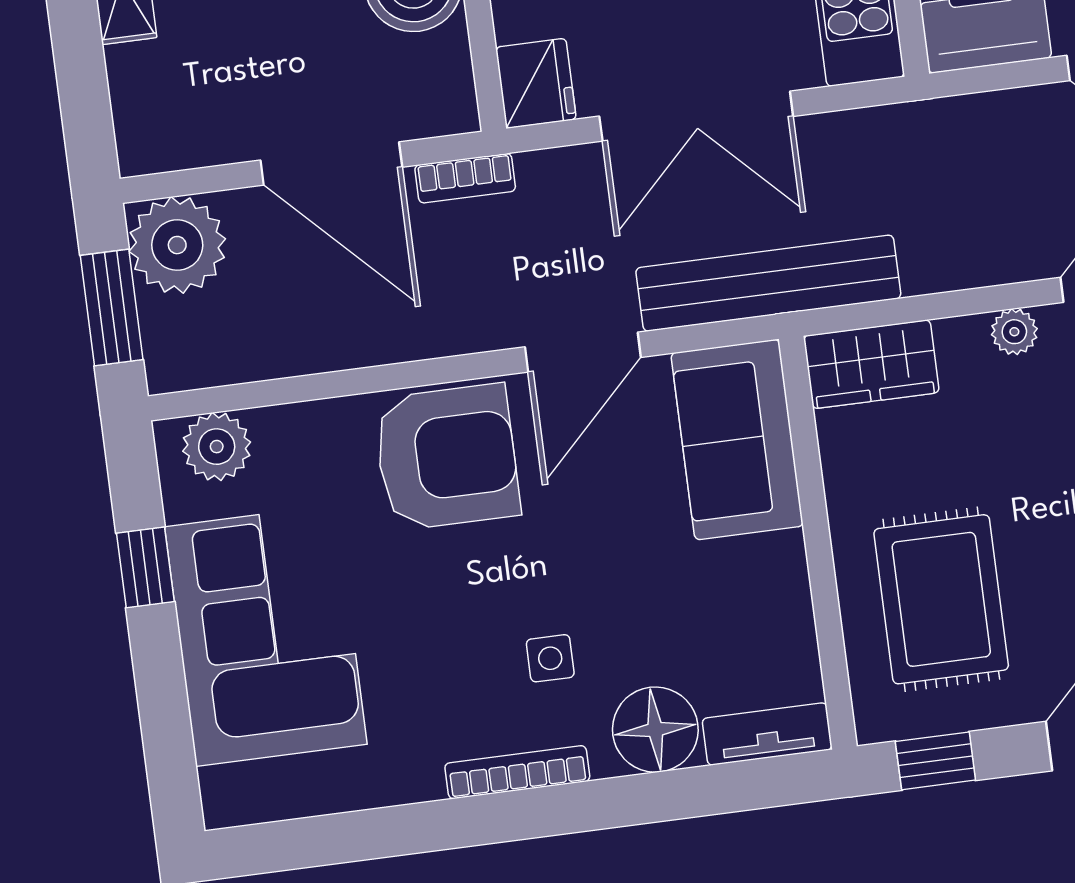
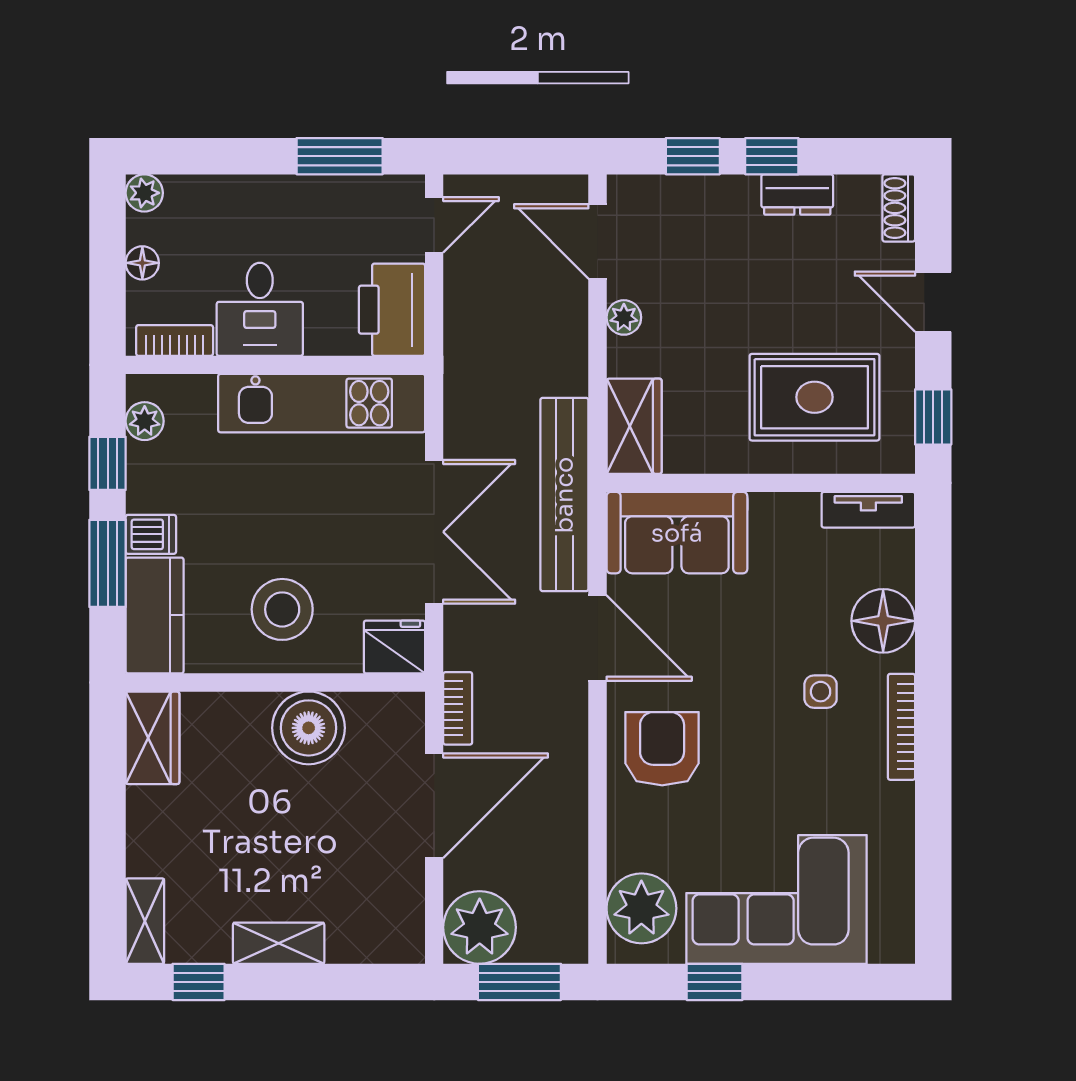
plant: (217, 447) -> (641, 908), width x1.36, depth x1.36
armchair: (447, 457) -> (662, 749), width x0.73, depth x0.73
tv unit: (767, 734) -> (868, 510), moved, turned -90

